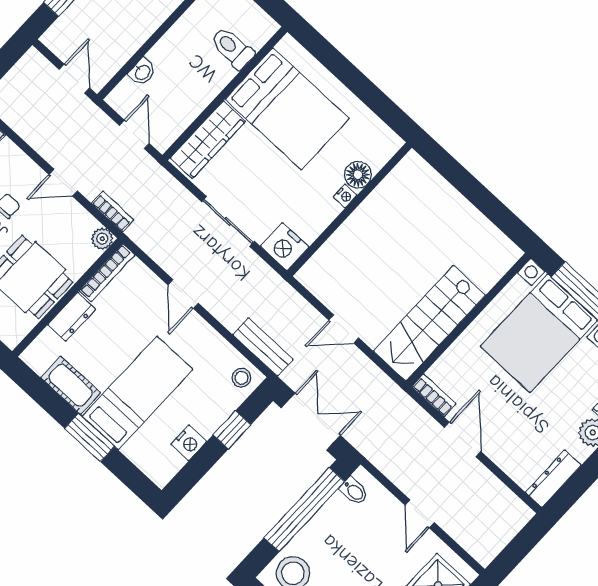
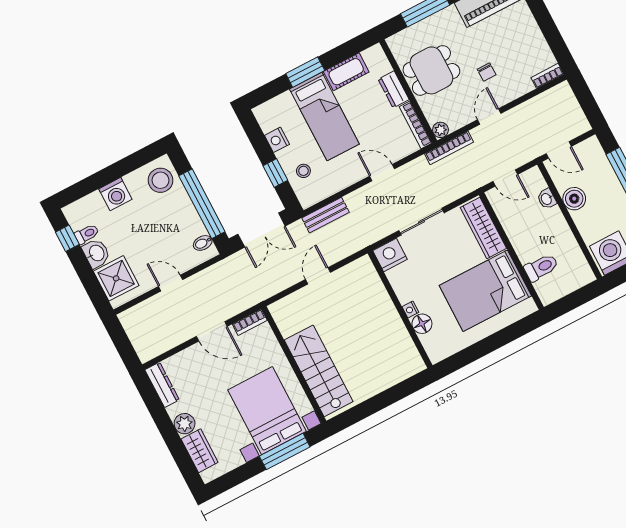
boiler: (130, 37) -> (574, 199), added
bookcase: (113, 212) -> (449, 148), width x1.56
stairs: (429, 323) -> (319, 371), moved
stool: (241, 378) -> (303, 171), moved

